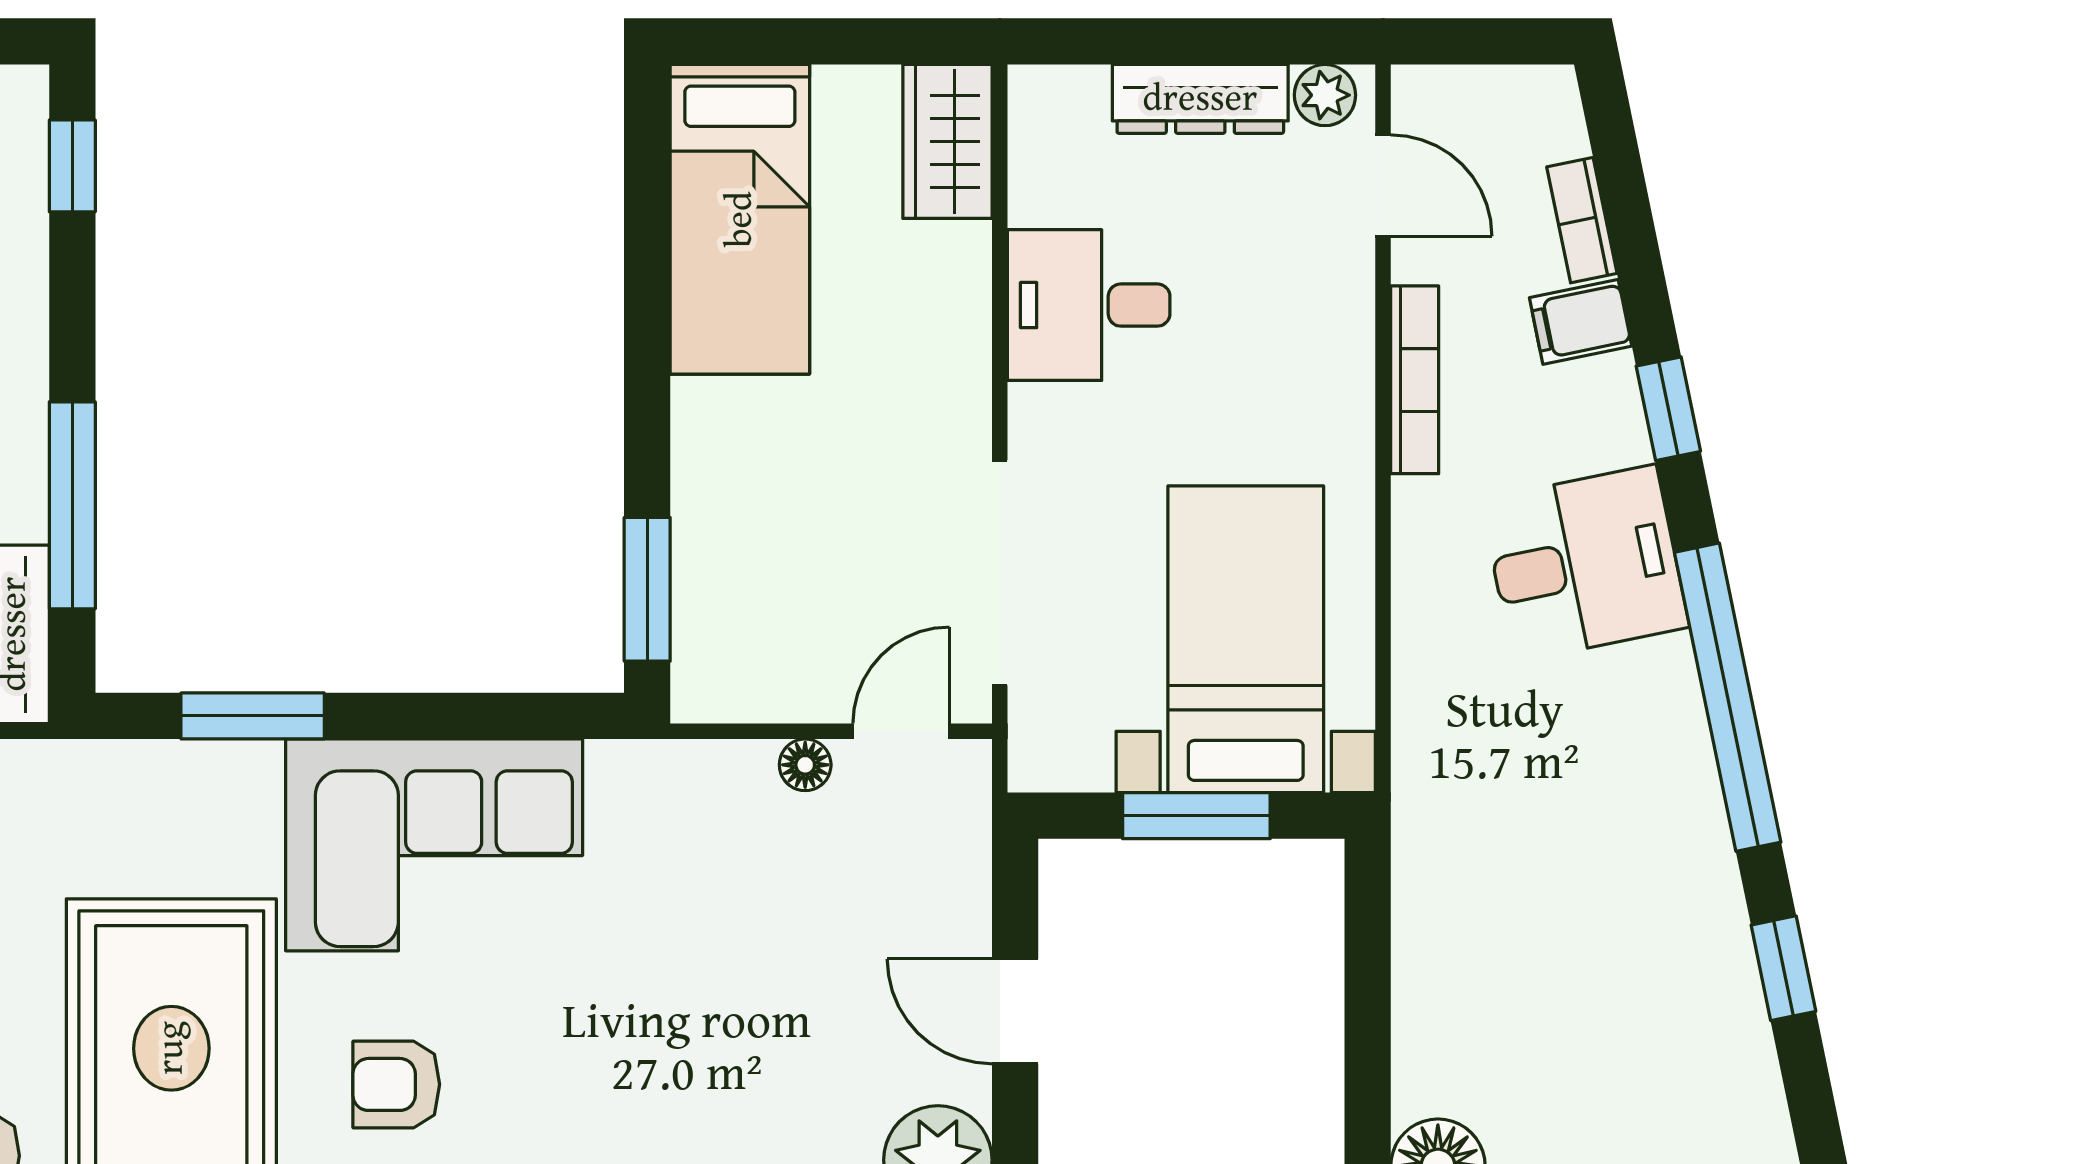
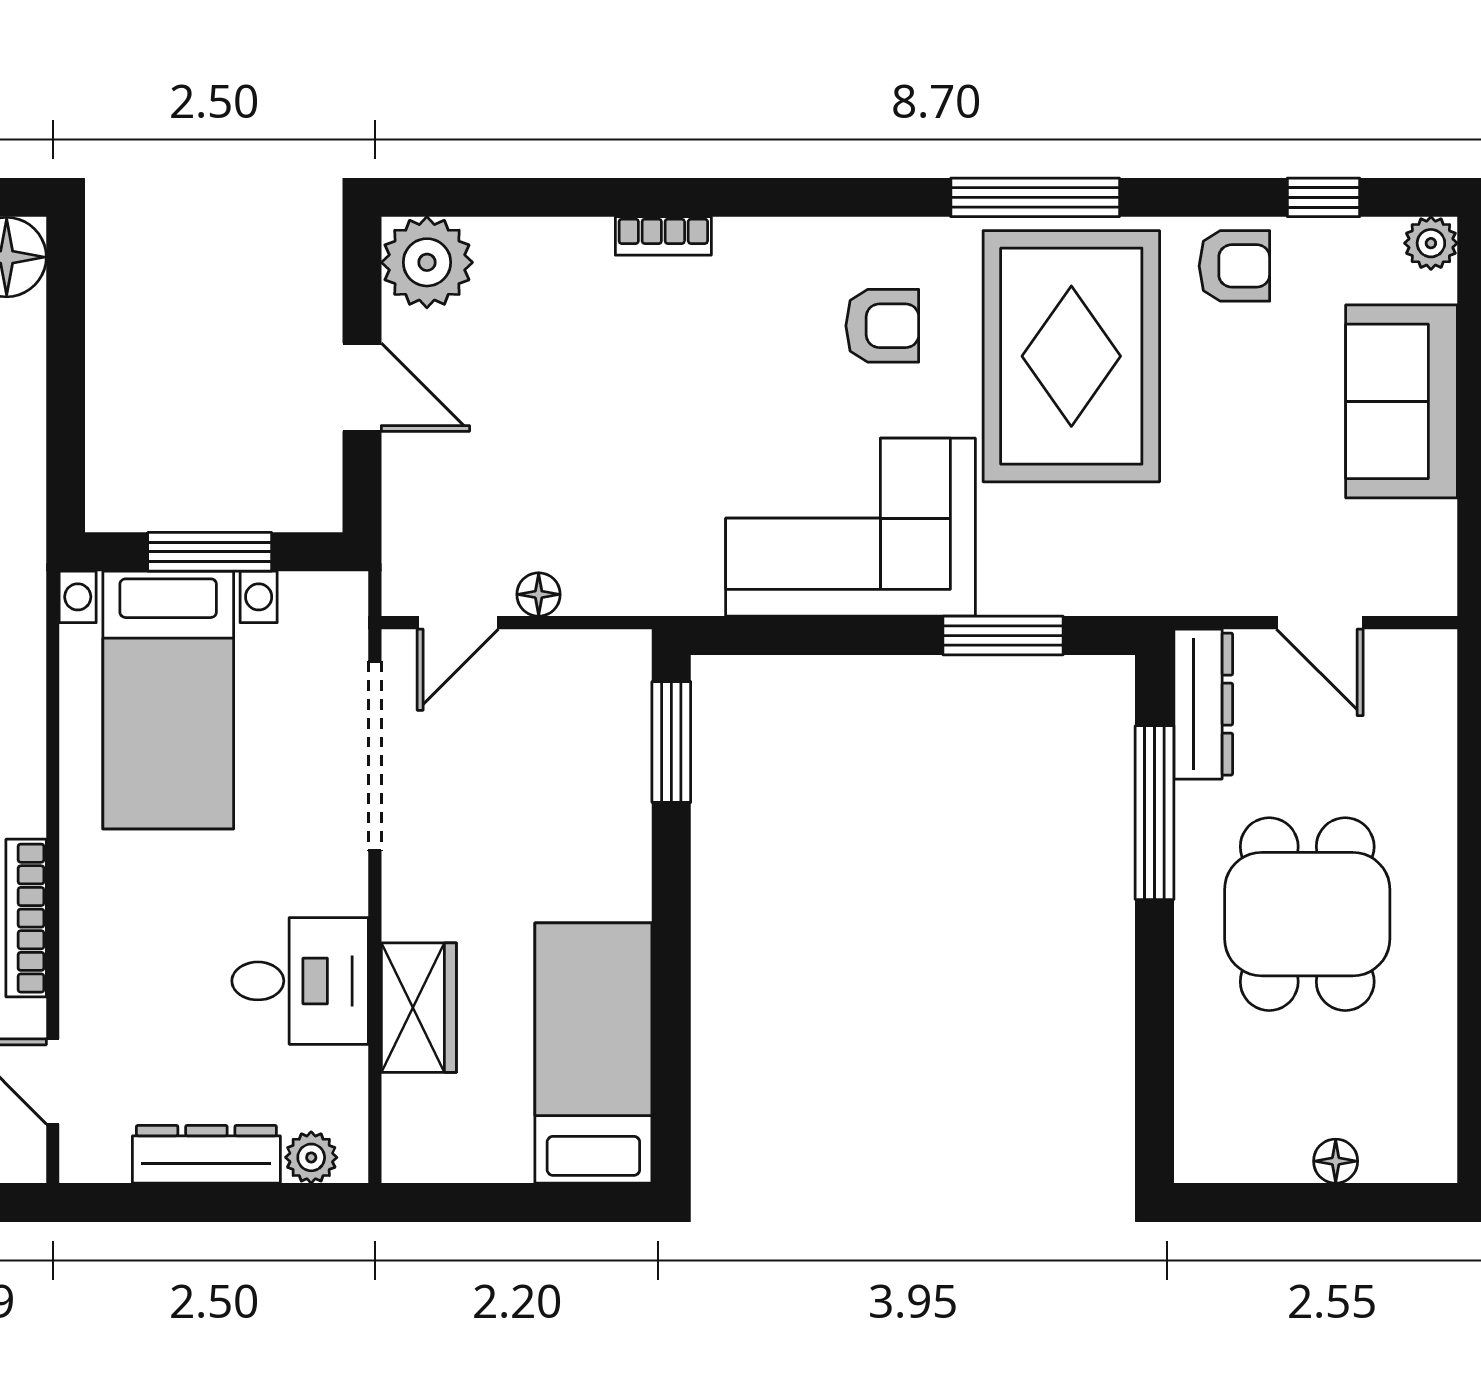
plant: (1325, 95) -> (311, 1157), moved
wardrobe: (947, 141) -> (419, 1008), moved
window: (72, 166) -> (1155, 1098), removed

